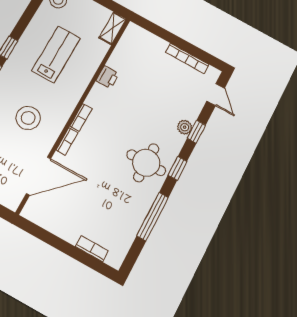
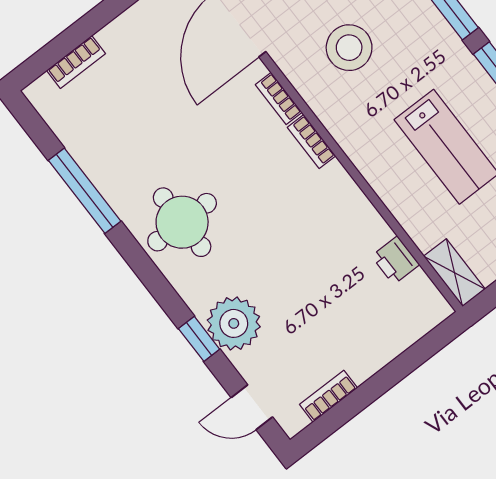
bookcase: (187, 58) -> (328, 396), width x0.64
printer: (107, 77) -> (395, 260), moved
plant: (185, 127) -> (234, 323), width x1.87, depth x1.87
window: (178, 168) -> (149, 274), removed

